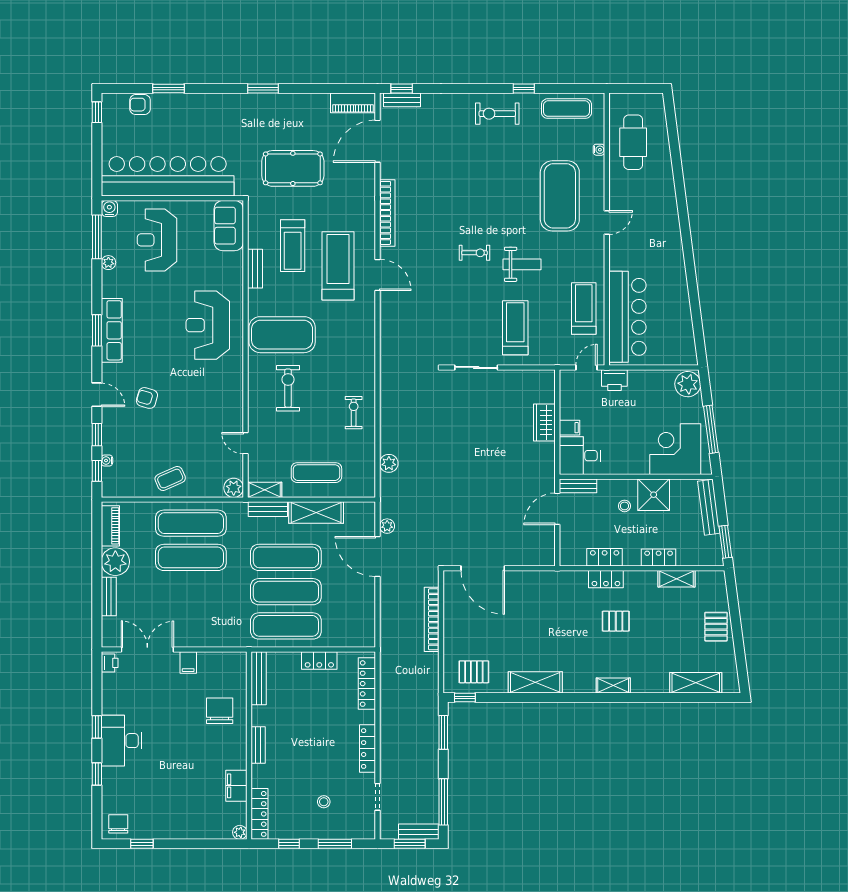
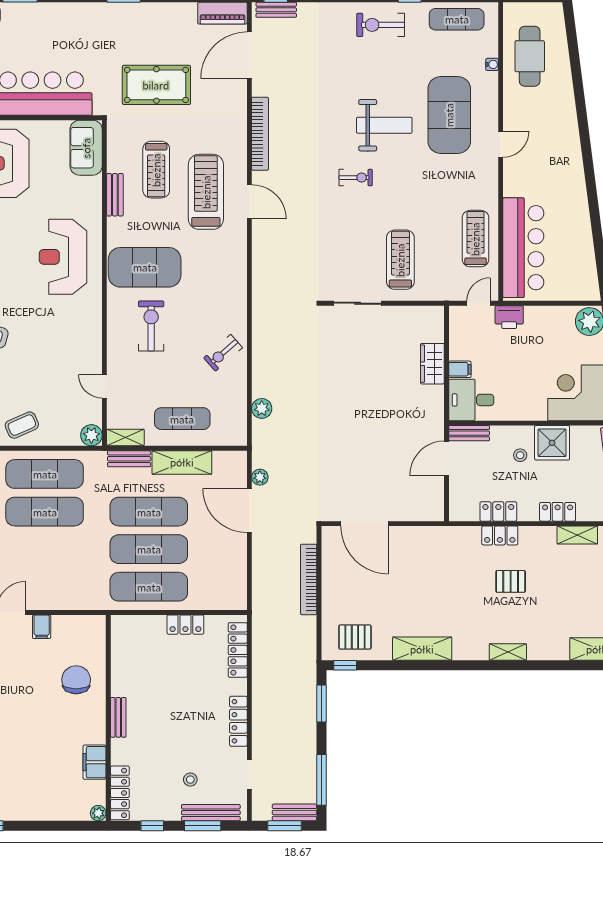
weight bench: (522, 264) -> (384, 125), moved, width x1.36, depth x1.33
exercise bike: (354, 413) -> (223, 353), turned -131
bench: (259, 678) -> (211, 813), moved, turned 90

